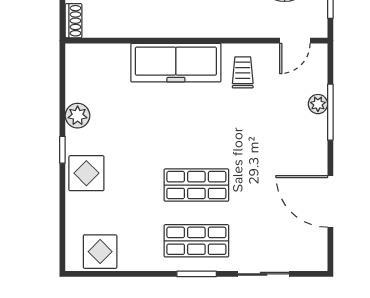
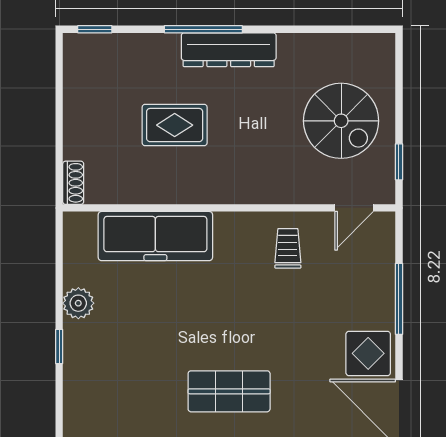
freezer: (176, 63) -> (155, 236), moved
plant: (318, 104) -> (383, 289), removed
display table: (86, 173) -> (368, 353), moved

